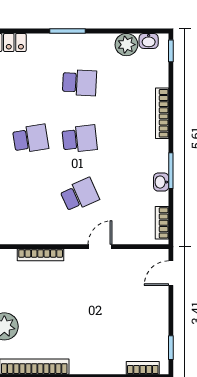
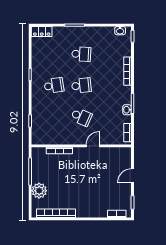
plant: (126, 45) -> (108, 33), removed
school desk: (80, 195) -> (81, 117), turned 48
door: (171, 273) -> (133, 176), moved

